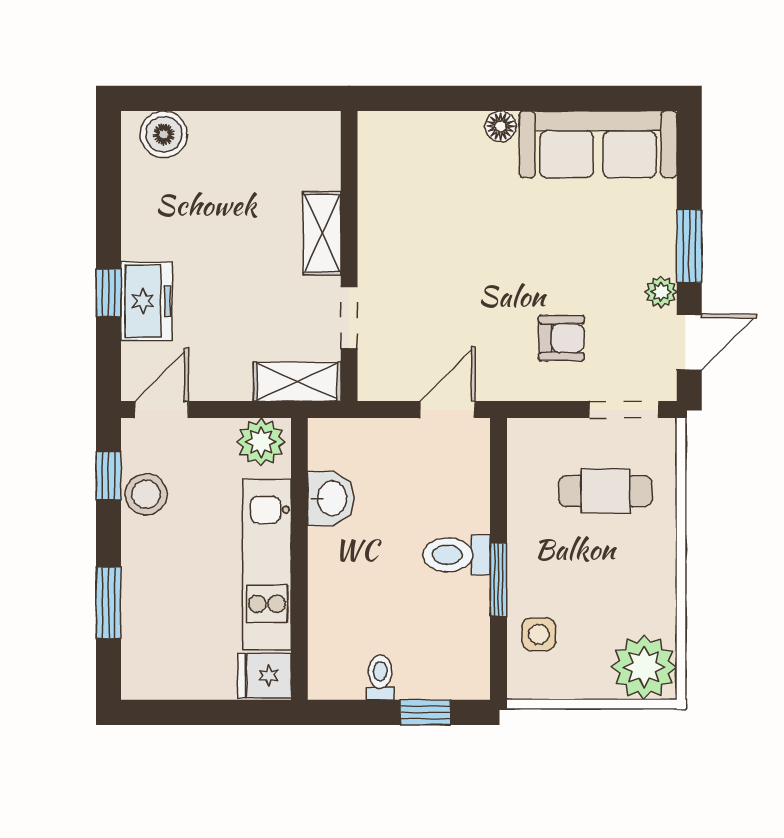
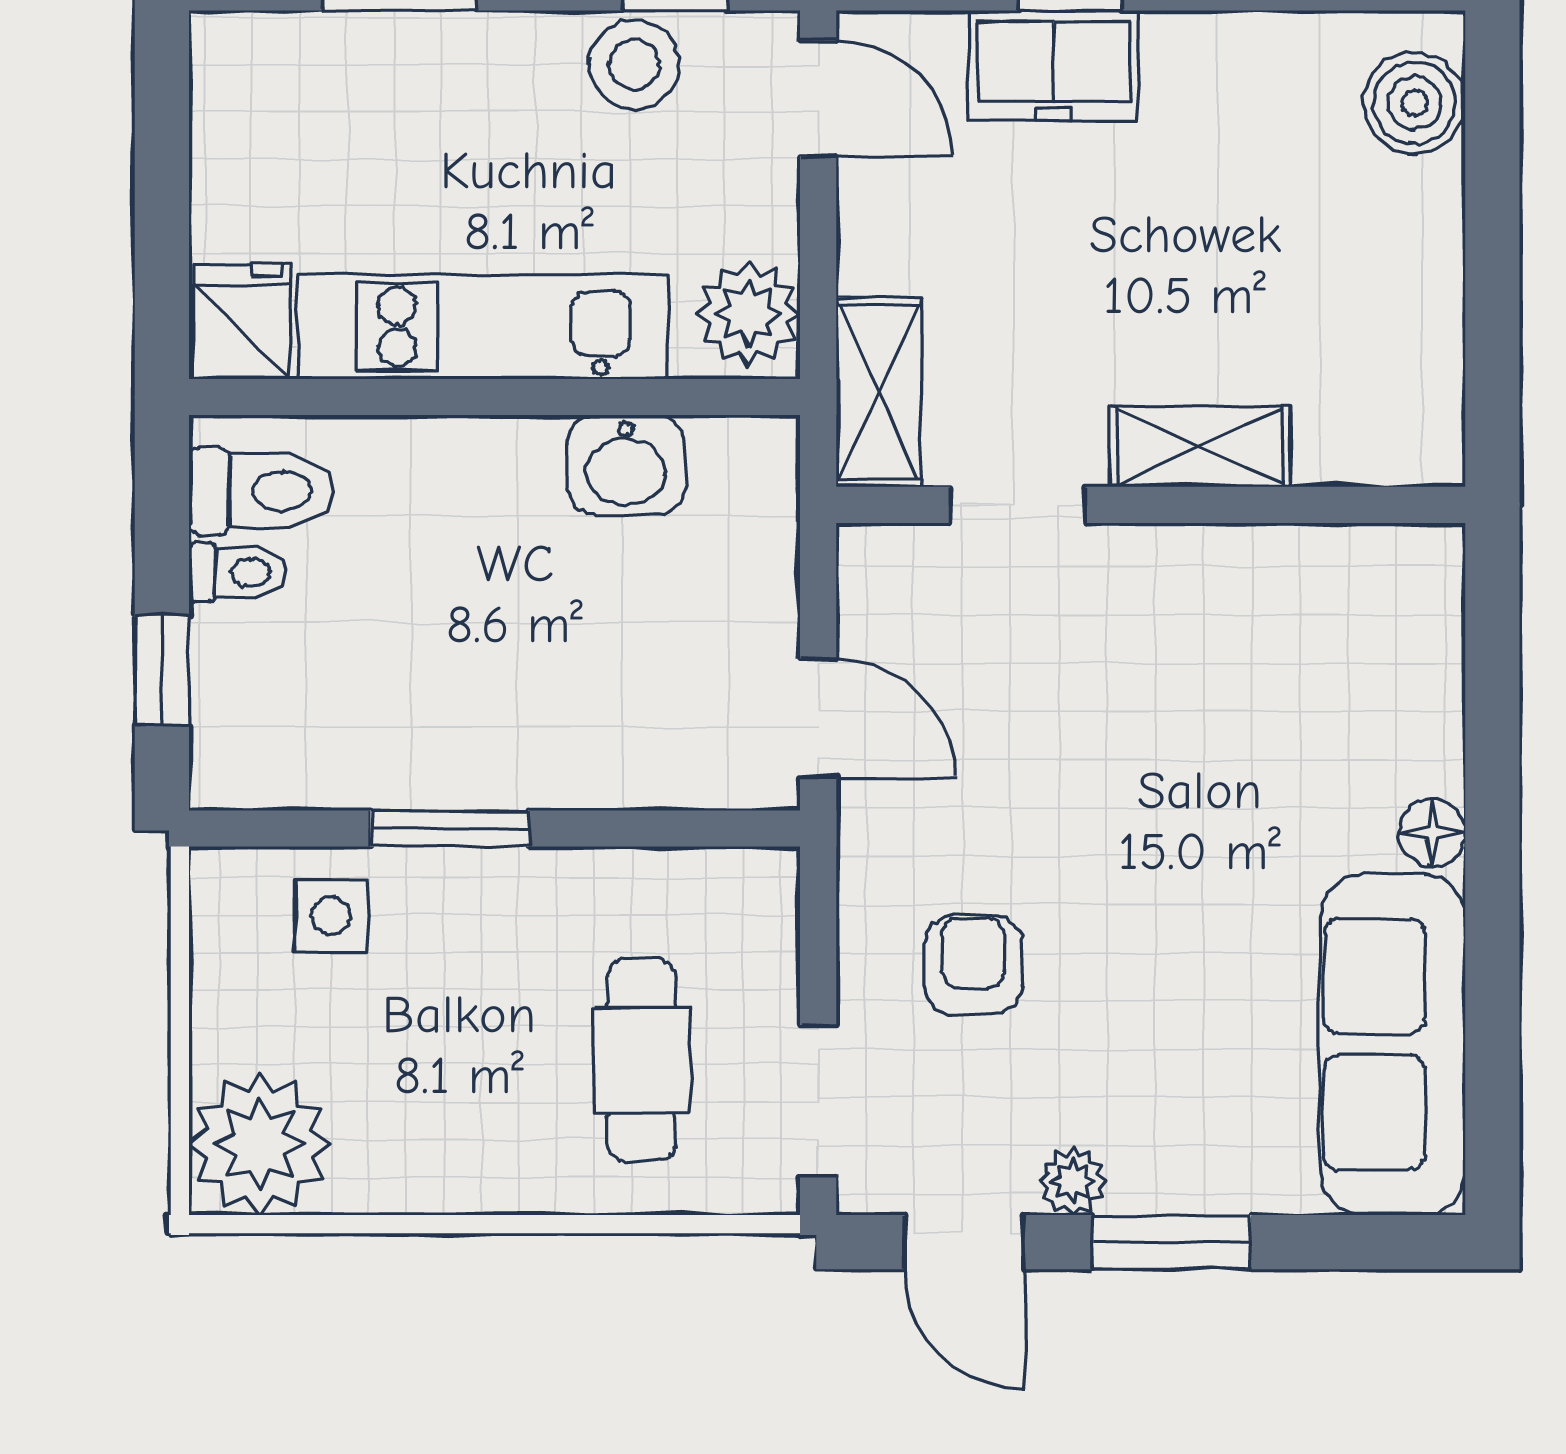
armchair: (561, 338) -> (973, 965), turned 180
toilet: (457, 555) -> (262, 491), moved, turned 90

